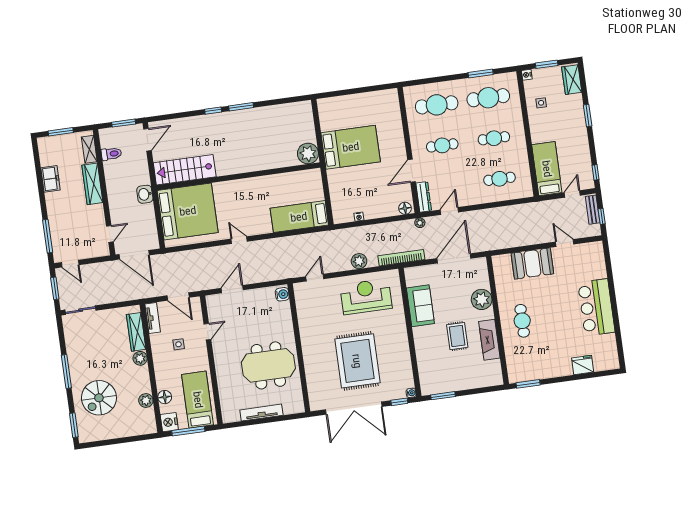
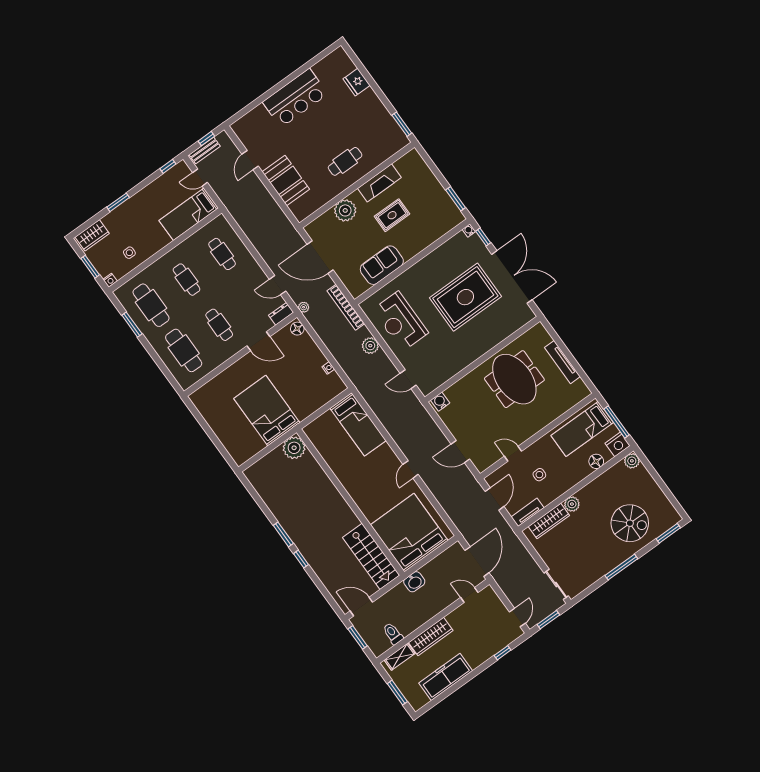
freezer: (50, 179) -> (446, 677), width x1.91, depth x1.26
dresser: (424, 197) -> (281, 314), width x0.70
window: (48, 236) -> (503, 653), width x0.46
plant: (146, 400) -> (632, 461), moved

